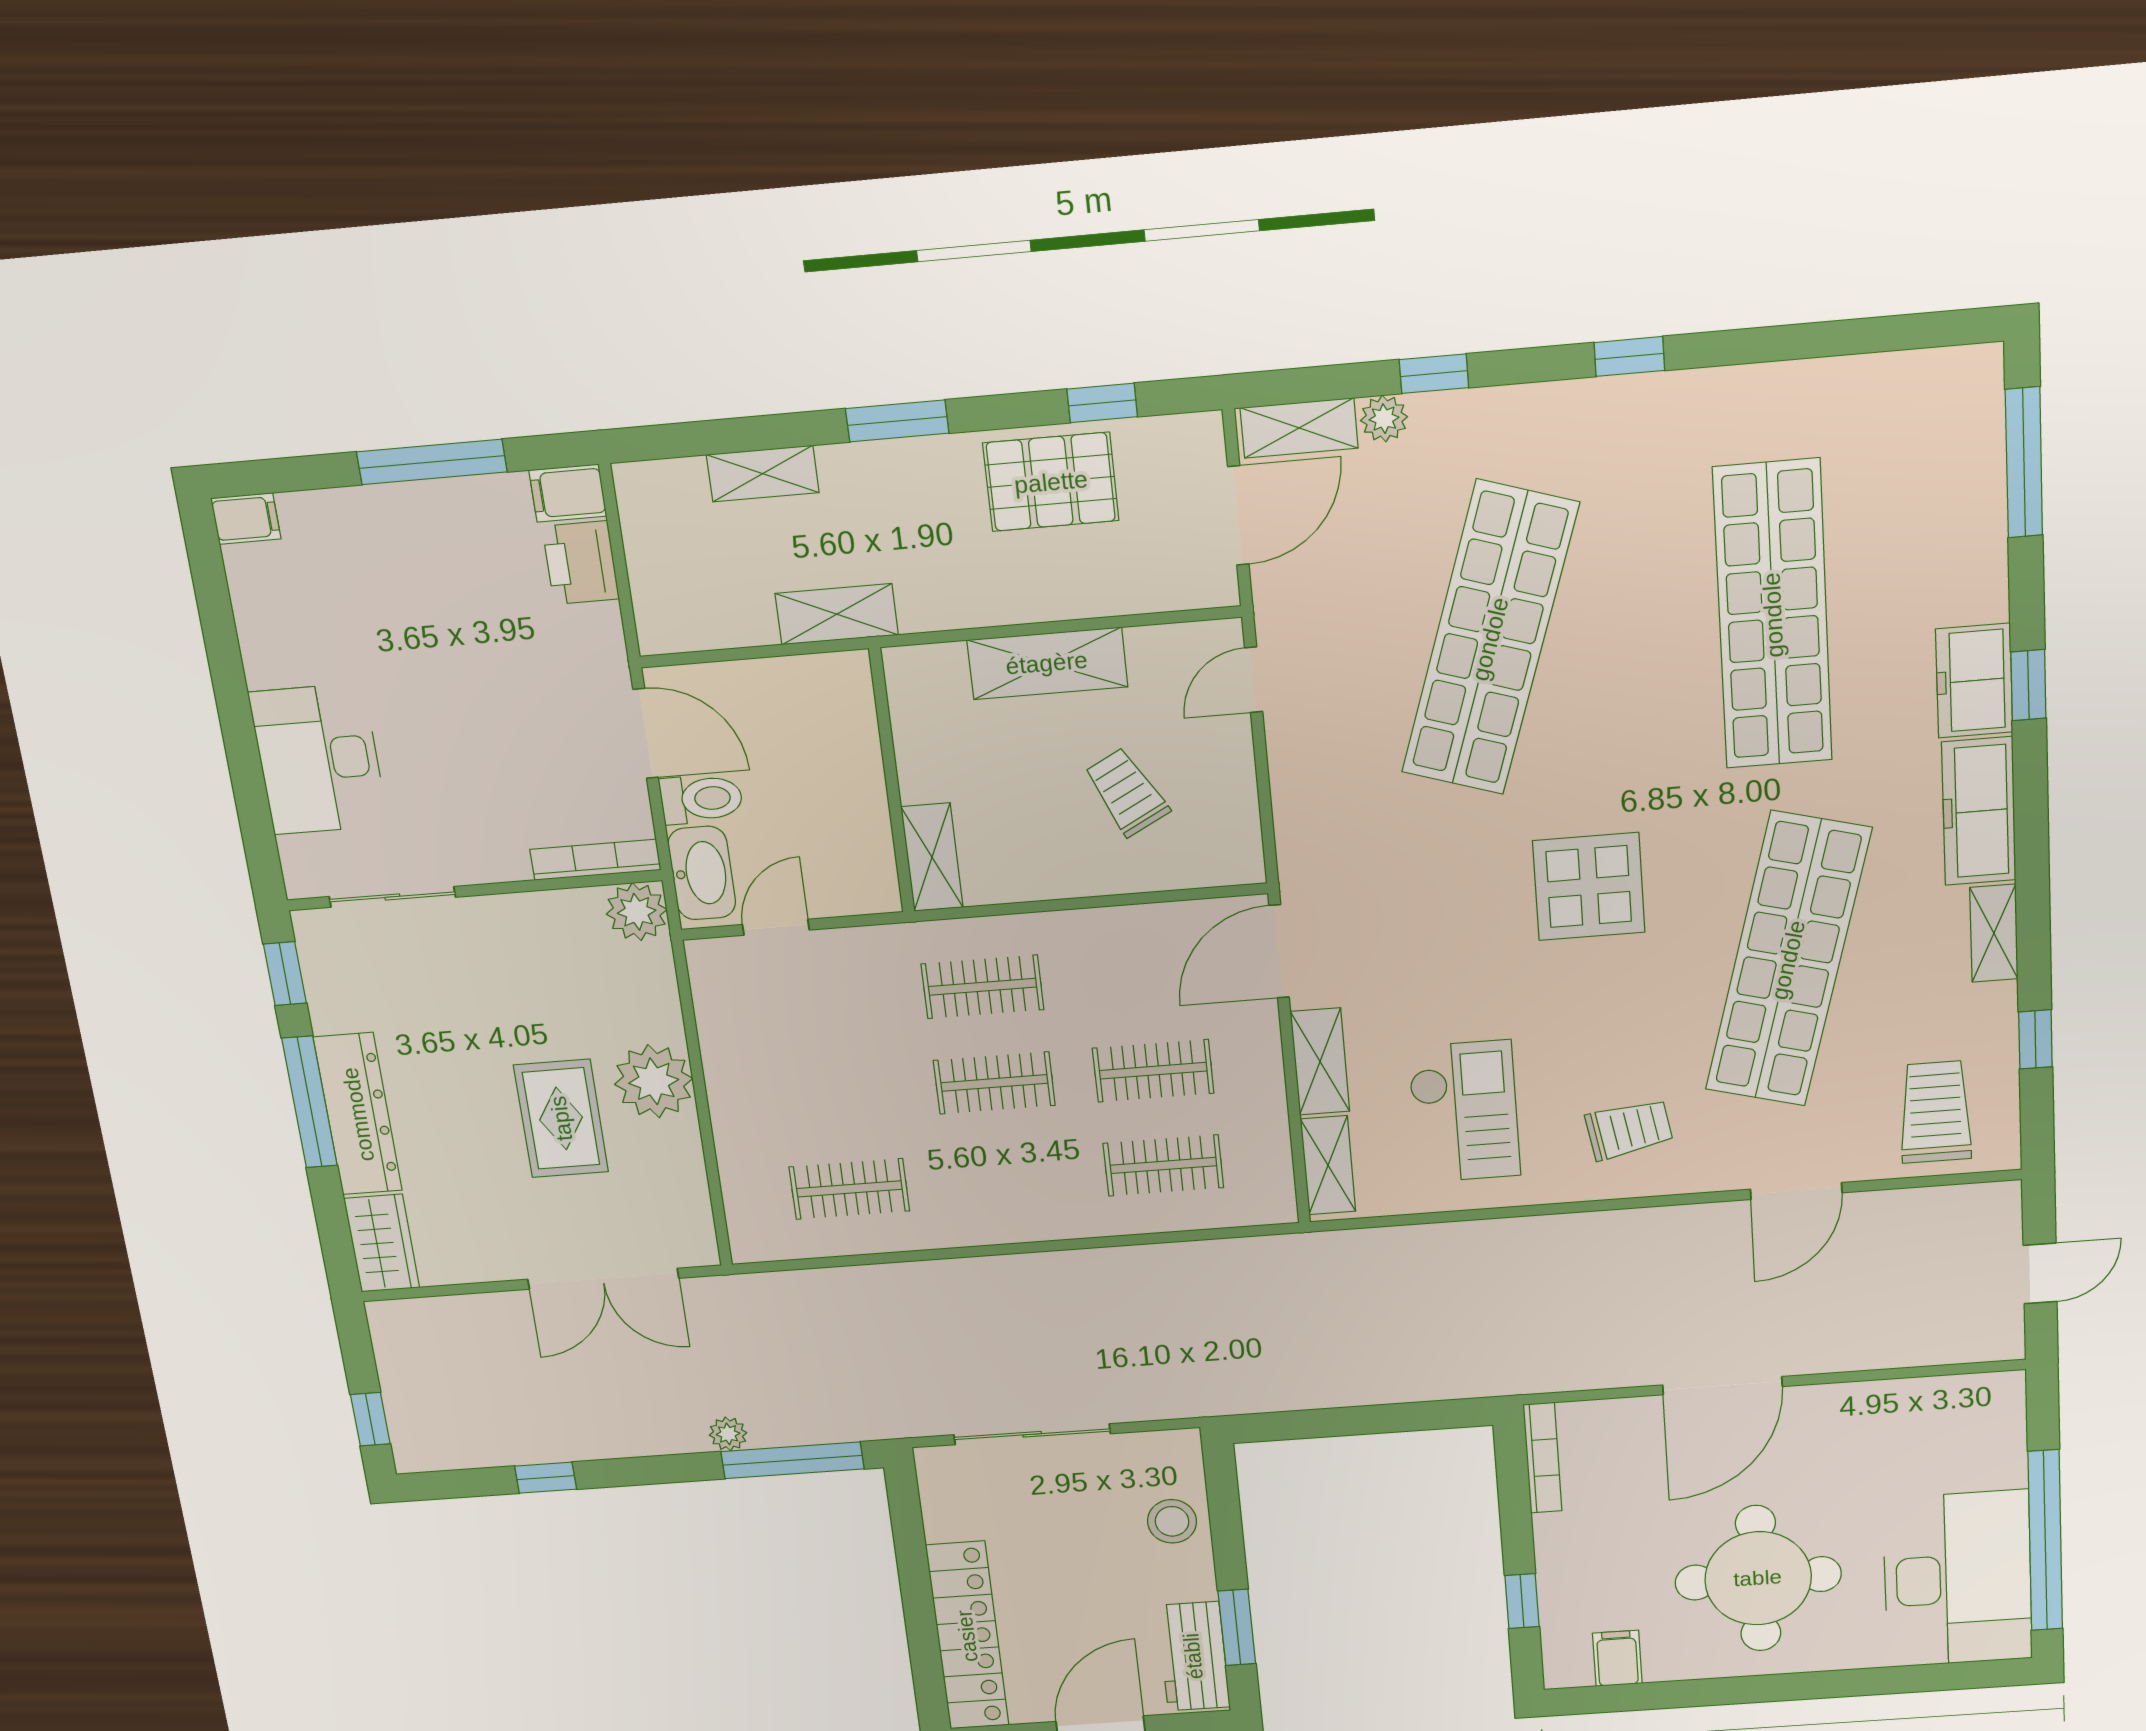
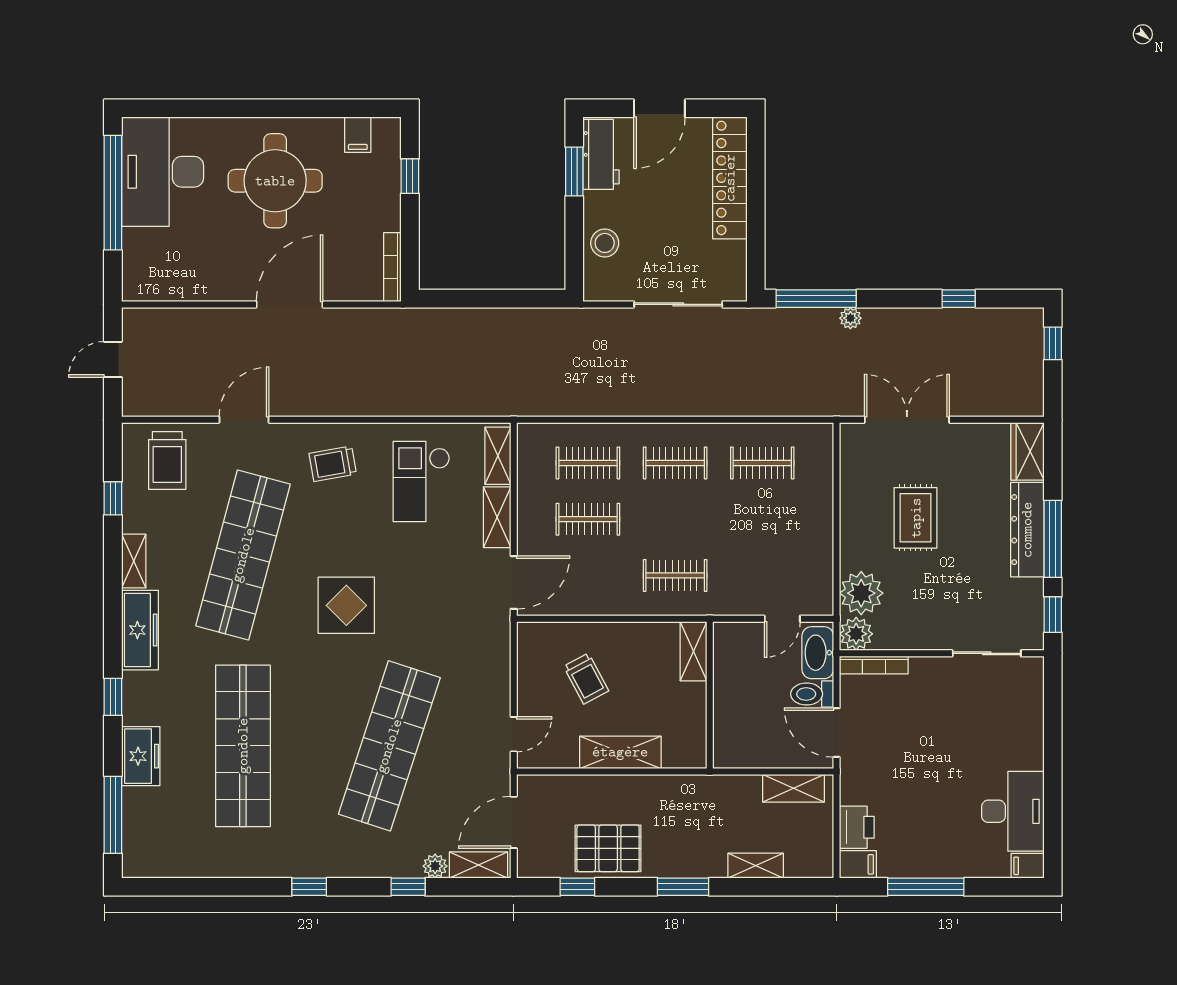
shelving: (837, 614) -> (793, 788), moved
freezer: (1974, 681) -> (141, 756), moved
desk: (319, 759) -> (1013, 811), moved
plant: (654, 1081) -> (861, 593), moved
clothes rail: (994, 1083) -> (675, 463), moved

